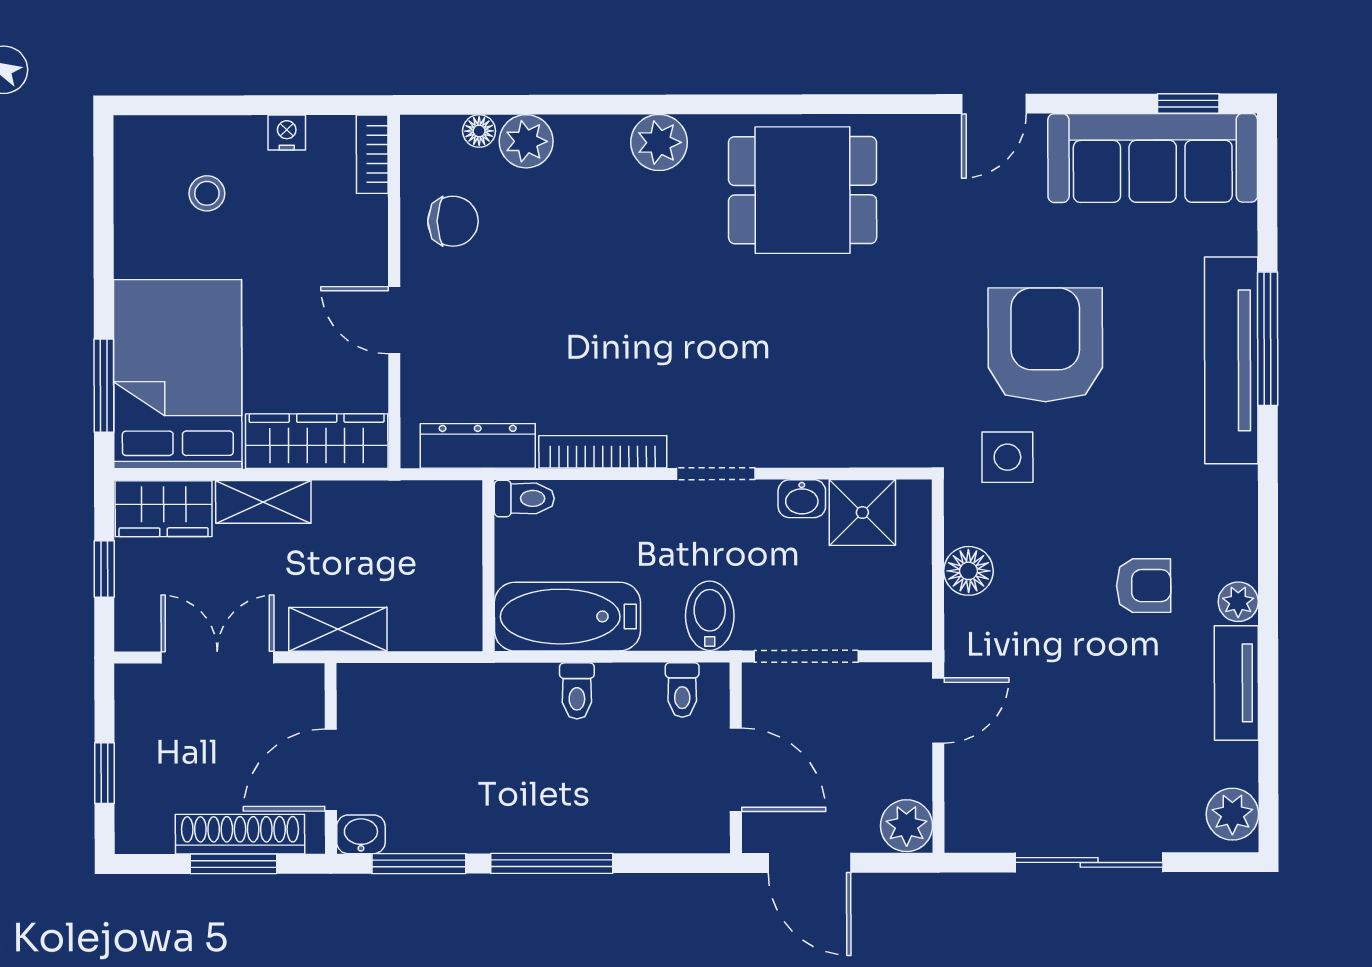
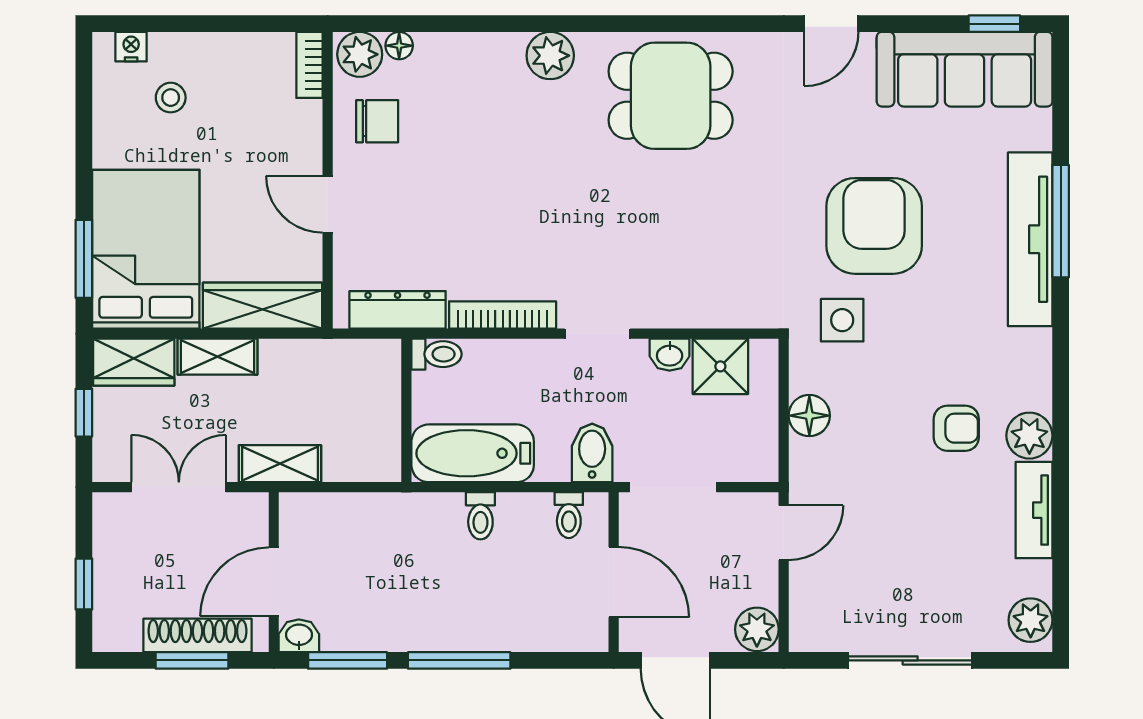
nightstand: (287, 133) -> (131, 47), moved
plant: (526, 141) -> (360, 54), moved
plant: (1238, 602) -> (1029, 436), width x1.38, depth x1.38

